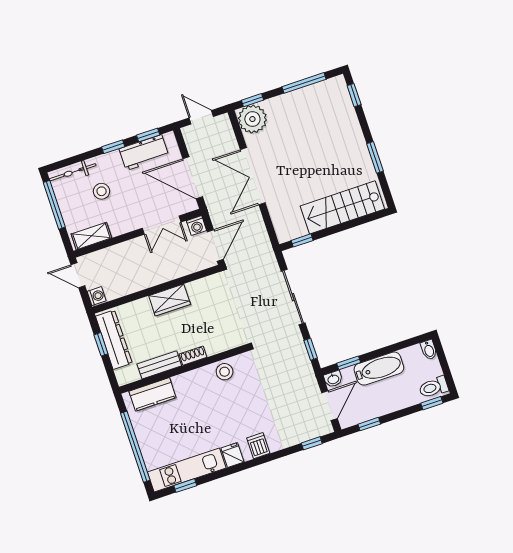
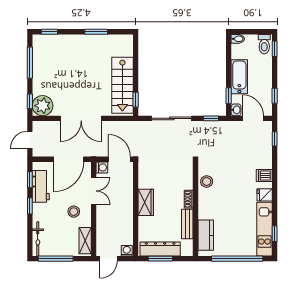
stool: (102, 191) -> (74, 212), moved
stairs: (342, 207) -> (122, 85), moved
window: (101, 344) -> (160, 259), width x1.50

